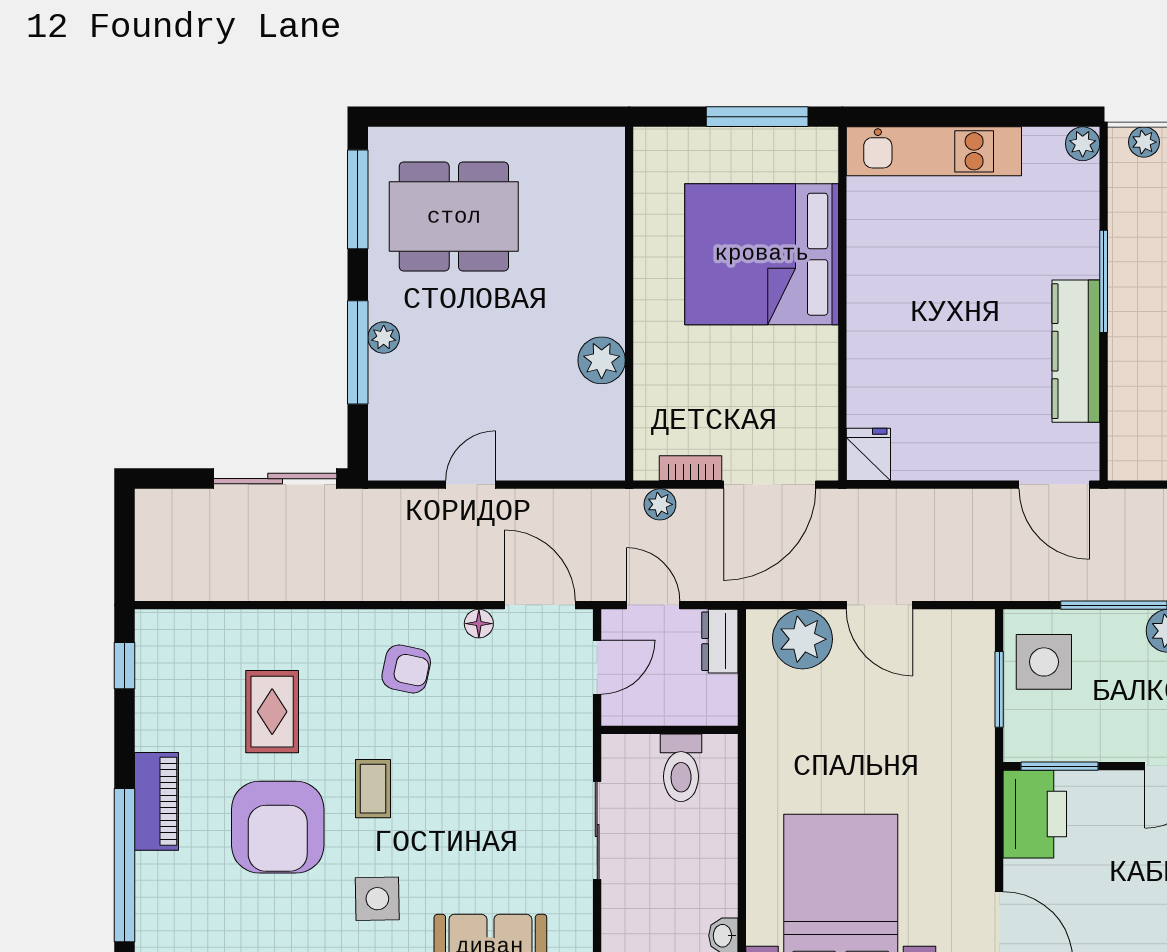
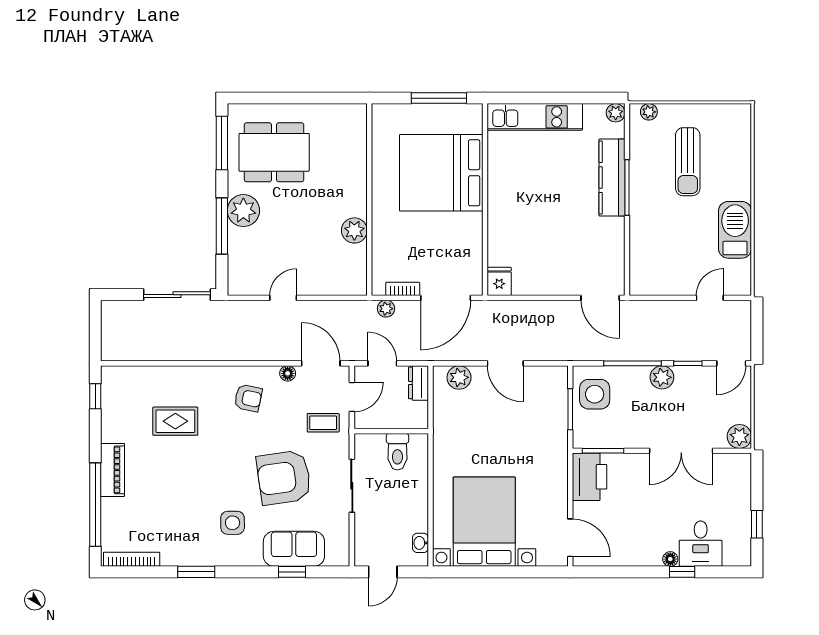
plant: (384, 338) -> (243, 211), width x1.88, depth x1.88
kitchen counter: (1076, 351) -> (612, 178), moved
plant: (802, 639) -> (459, 377), width x0.73, depth x0.73
rug: (272, 712) -> (175, 421), turned 90
coffee table: (373, 789) -> (323, 423), moved, turned 90
armchair: (278, 827) -> (284, 478), moved, turned 82

